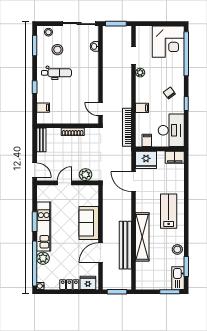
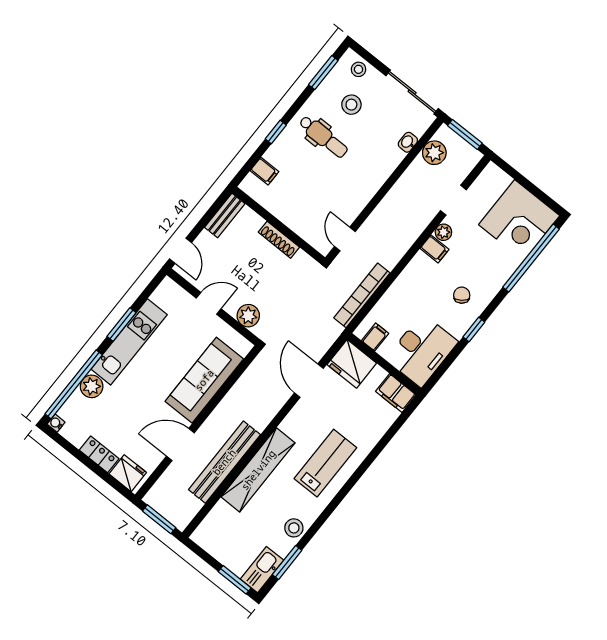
plant: (109, 42) -> (434, 153), added
filing cabinet: (142, 108) -> (435, 249), moved
sofa: (89, 223) -> (204, 380), width x1.36

